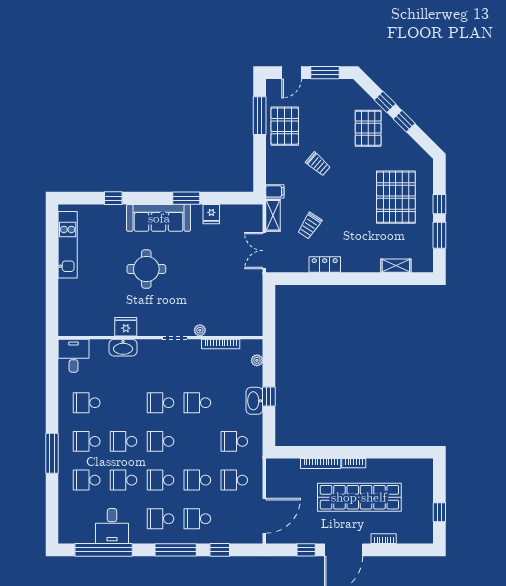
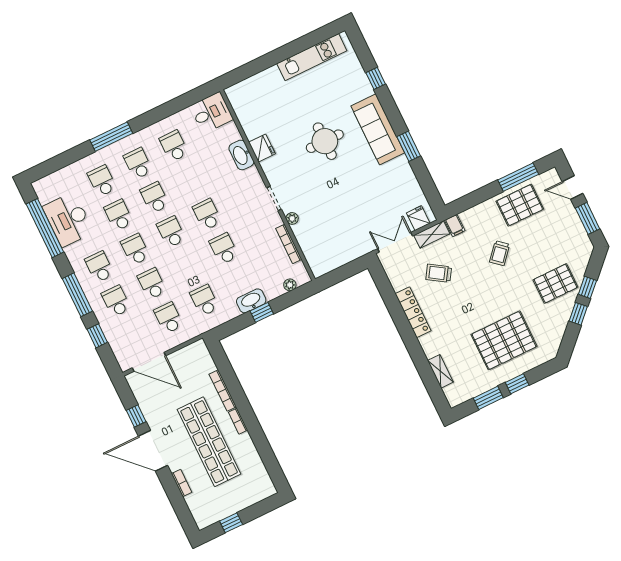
fridge: (211, 214) -> (418, 218), moved, turned 90
locker: (325, 265) -> (413, 312), width x1.53
desk: (112, 526) -> (68, 219), width x1.37

